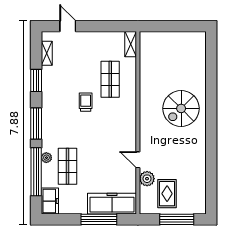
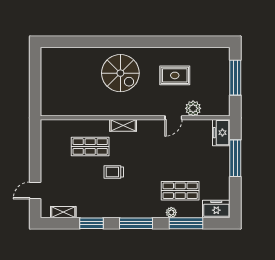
shelving: (131, 44) -> (123, 125), moved
window: (36, 172) -> (186, 223), width x0.68
rug: (167, 194) -> (175, 75), moved
freezer: (112, 204) -> (221, 133), width x0.52, depth x0.79

